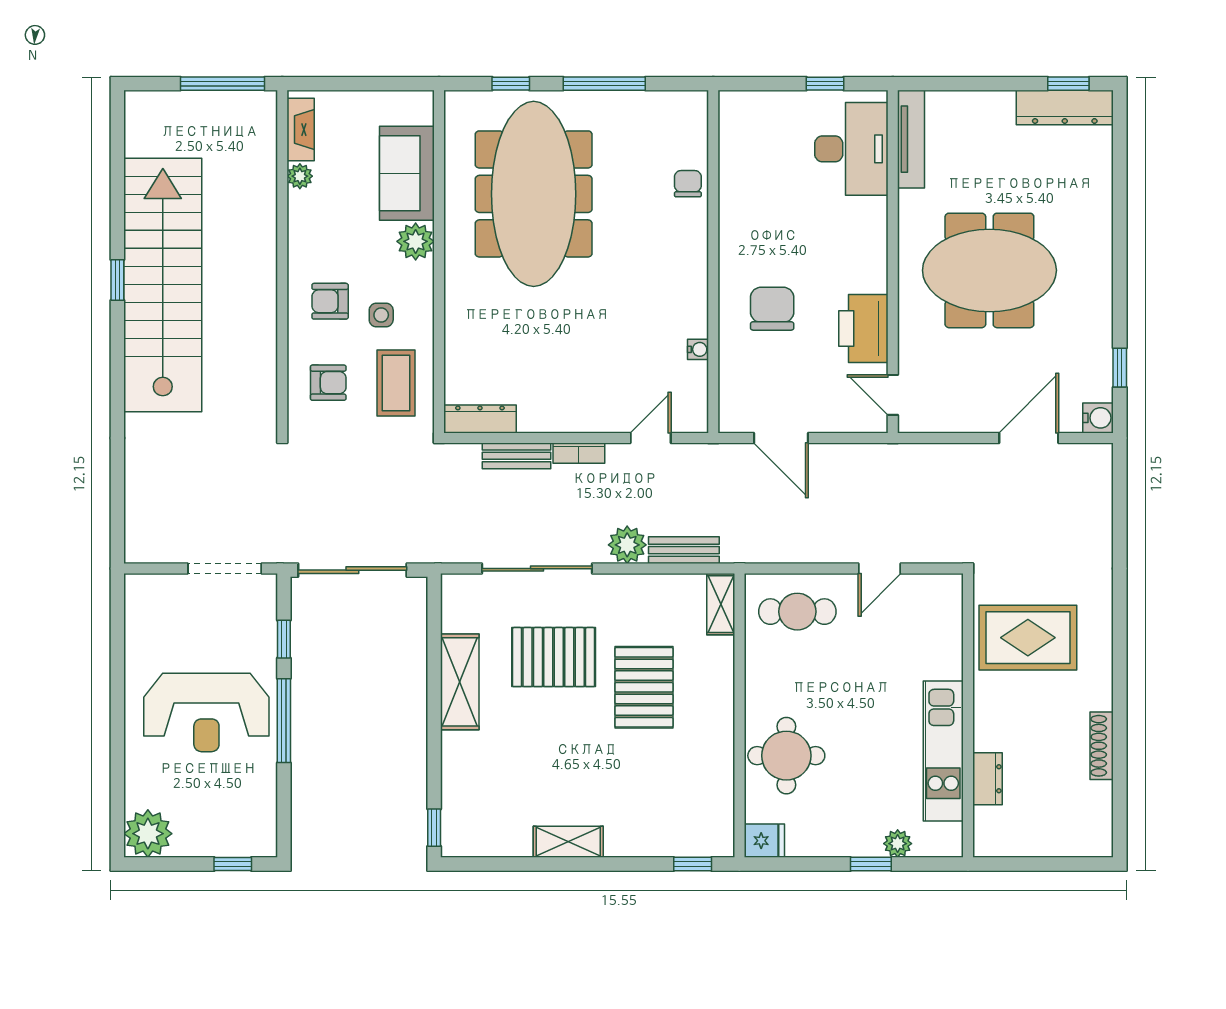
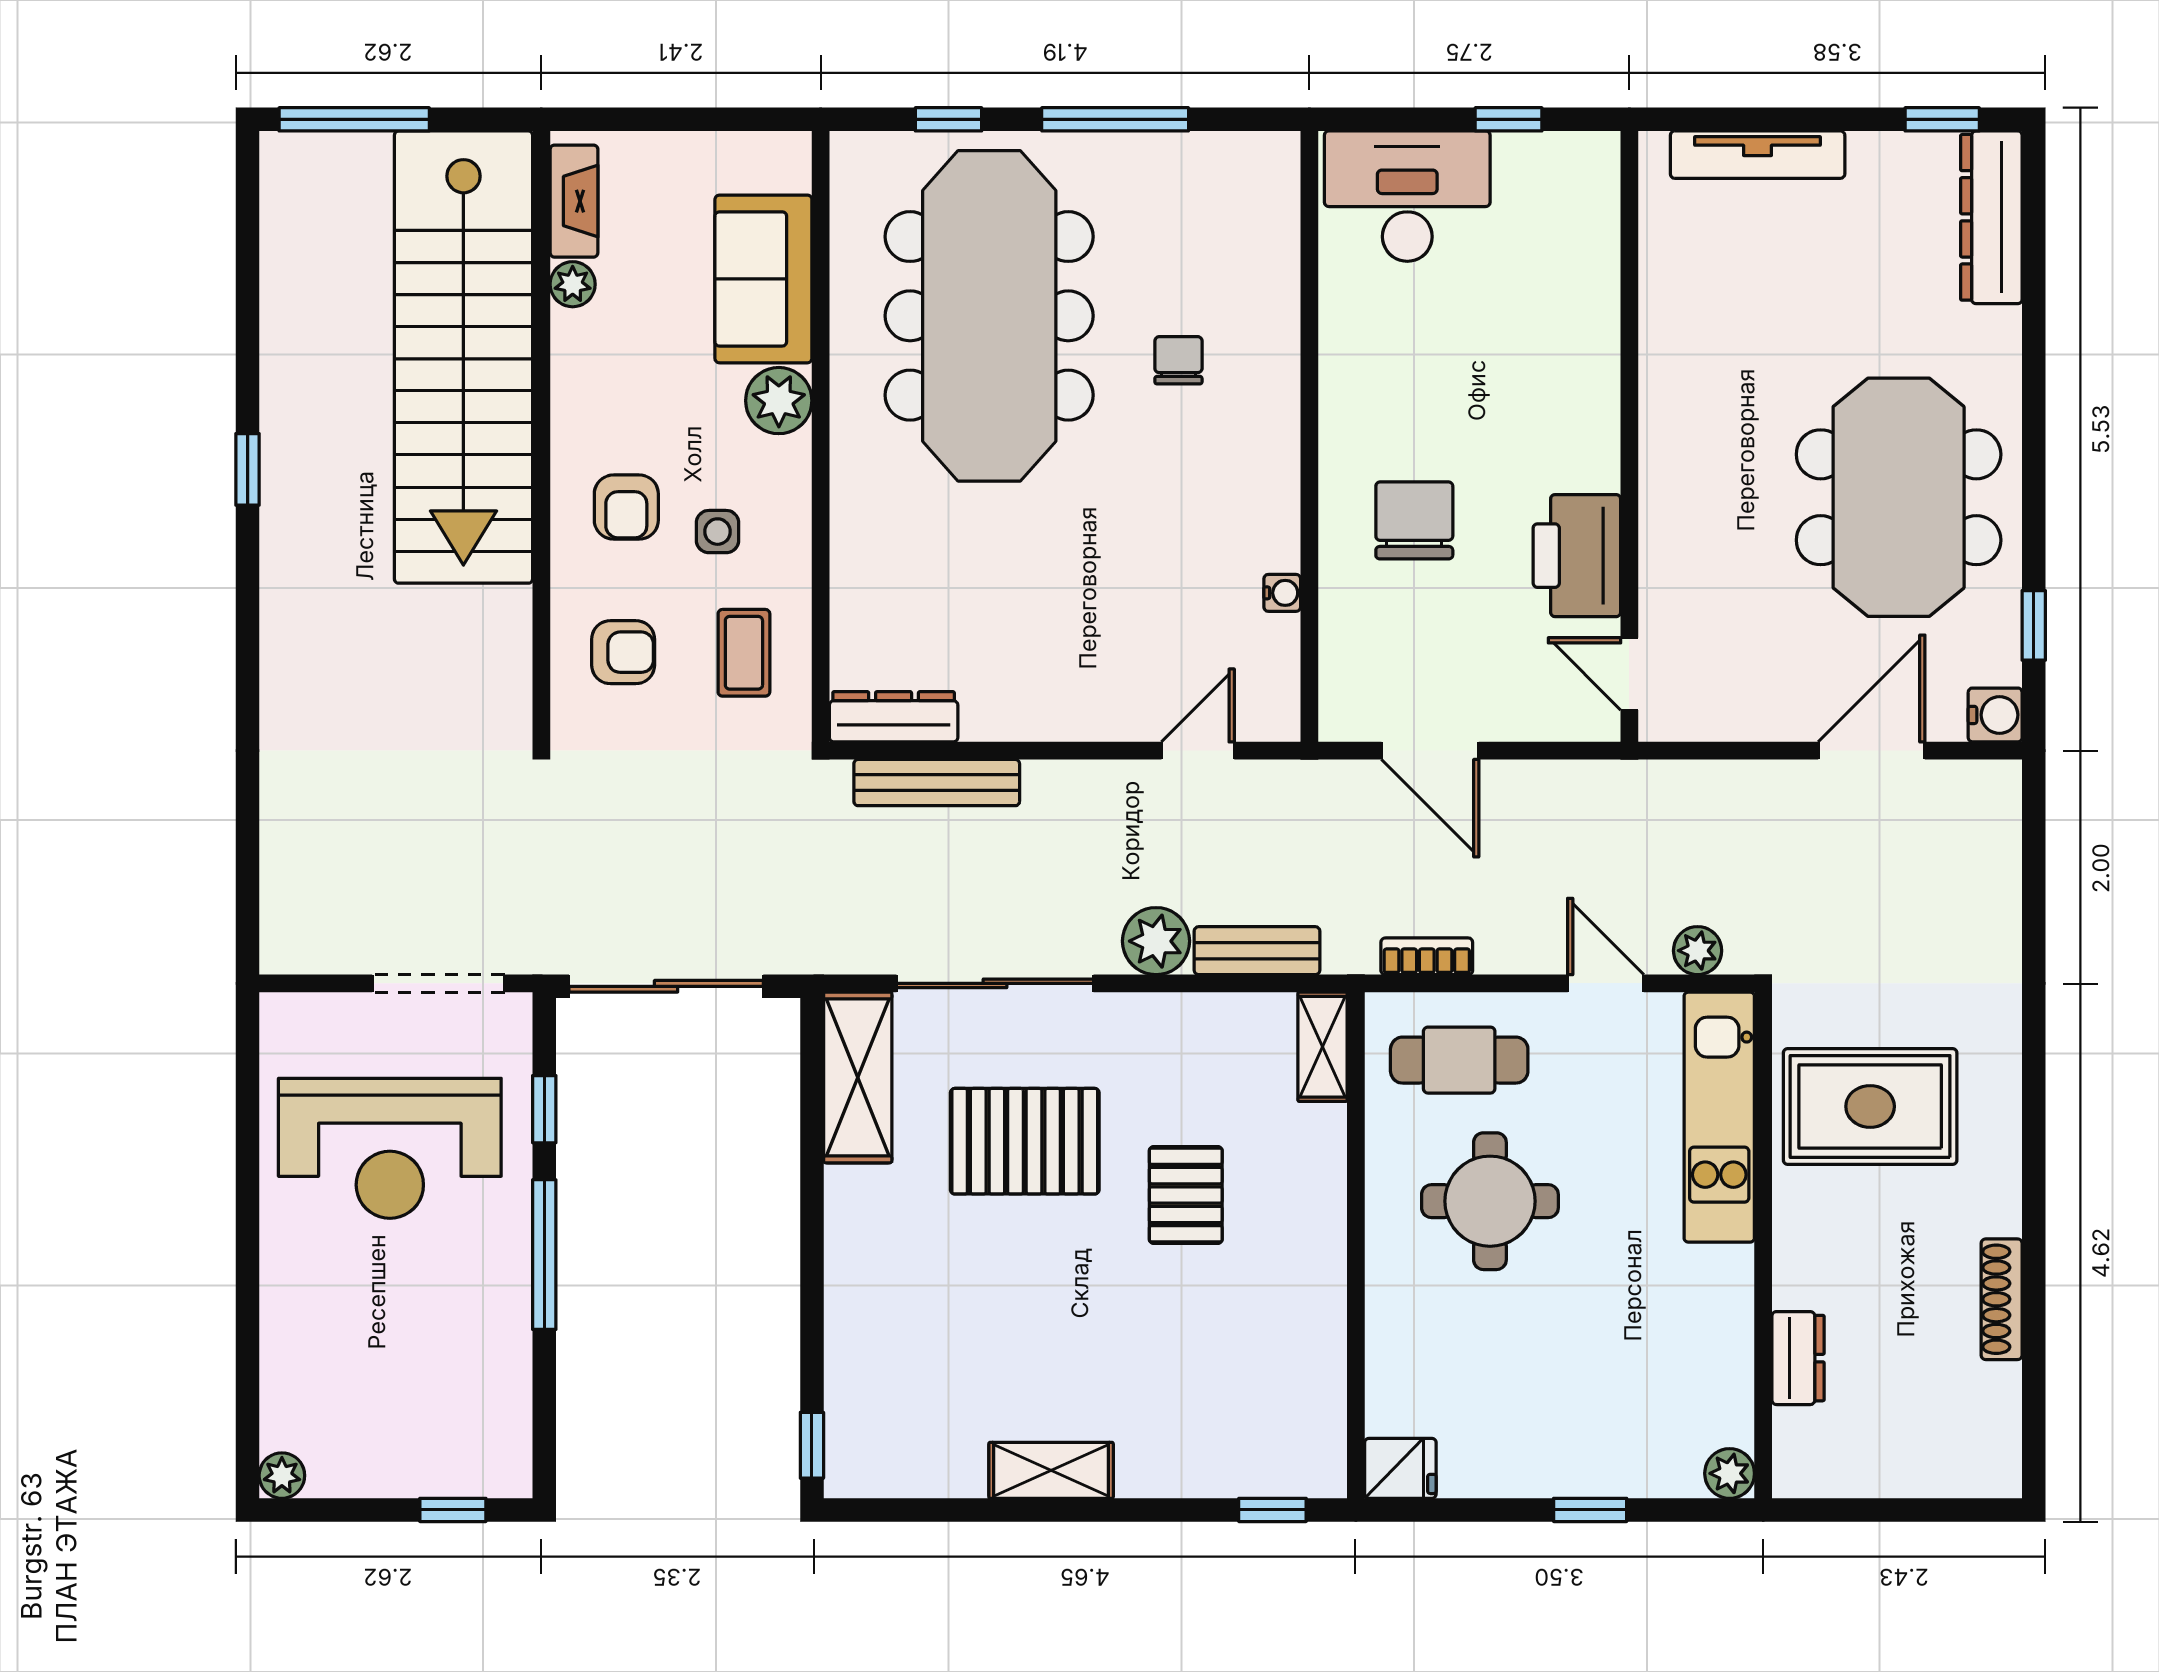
window: (222, 84) -> (354, 119), moved
dresser: (1065, 108) -> (1991, 217), moved, turned 90
tv unit: (911, 139) -> (1758, 155), moved, turned 90
desk: (851, 149) -> (1407, 196), moved, turned -90
chair: (688, 184) -> (1178, 360), moved
meeting table: (989, 270) -> (1899, 497), moved, turned 90
stairs: (163, 285) -> (463, 357), moved, turned 180
armchair: (330, 301) -> (626, 507), turned -90
coffee table: (396, 383) -> (744, 653), width x0.73, depth x0.77
bookcase: (579, 453) -> (1427, 956), moved, turned 180
bench: (517, 456) -> (937, 783), width x1.36
plant: (931, 550) -> (1698, 951), added
door: (880, 569) -> (1606, 983), swing flipped
shelving: (460, 682) -> (858, 1077), moved
pallet: (644, 687) -> (1186, 1195), width x0.67, depth x0.71
reception desk: (206, 712) -> (390, 1148), moved
kitchen unit: (943, 751) -> (1719, 1117), moved
round table: (786, 756) -> (1490, 1201), moved
plant: (148, 834) -> (282, 1476), width x0.53, depth x0.53
plant: (898, 844) -> (1730, 1473), moved

